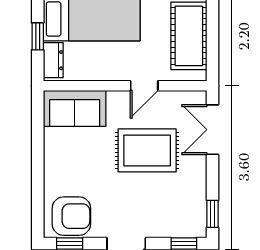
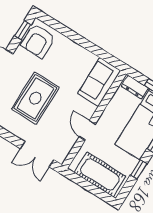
double door: (213, 130) -> (37, 154), swing flipped
rug: (147, 150) -> (35, 98), moved

